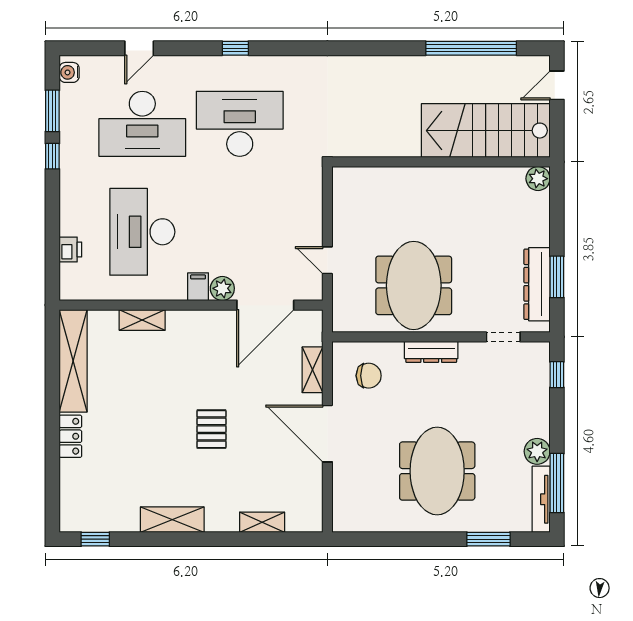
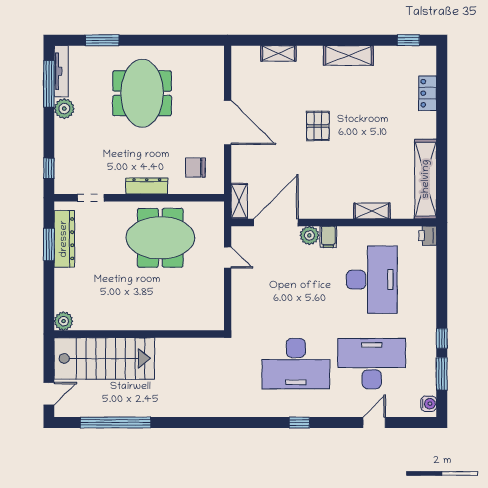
printer: (70, 250) -> (428, 236), moved
meeting table: (414, 285) -> (160, 238), turned 90
shelving: (312, 370) -> (239, 201), moved
locker: (70, 436) -> (428, 93), moved

